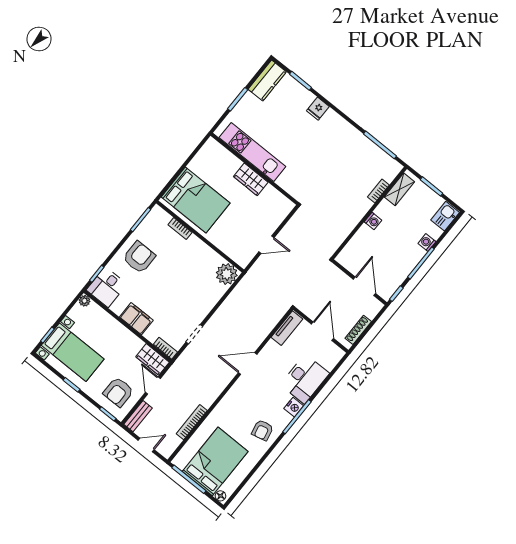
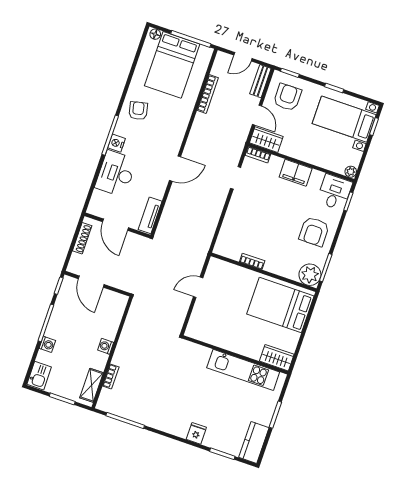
wardrobe: (251, 179) -> (277, 358), moved
bookcase: (180, 229) -> (252, 261), moved
plant: (227, 274) -> (310, 275), moved

